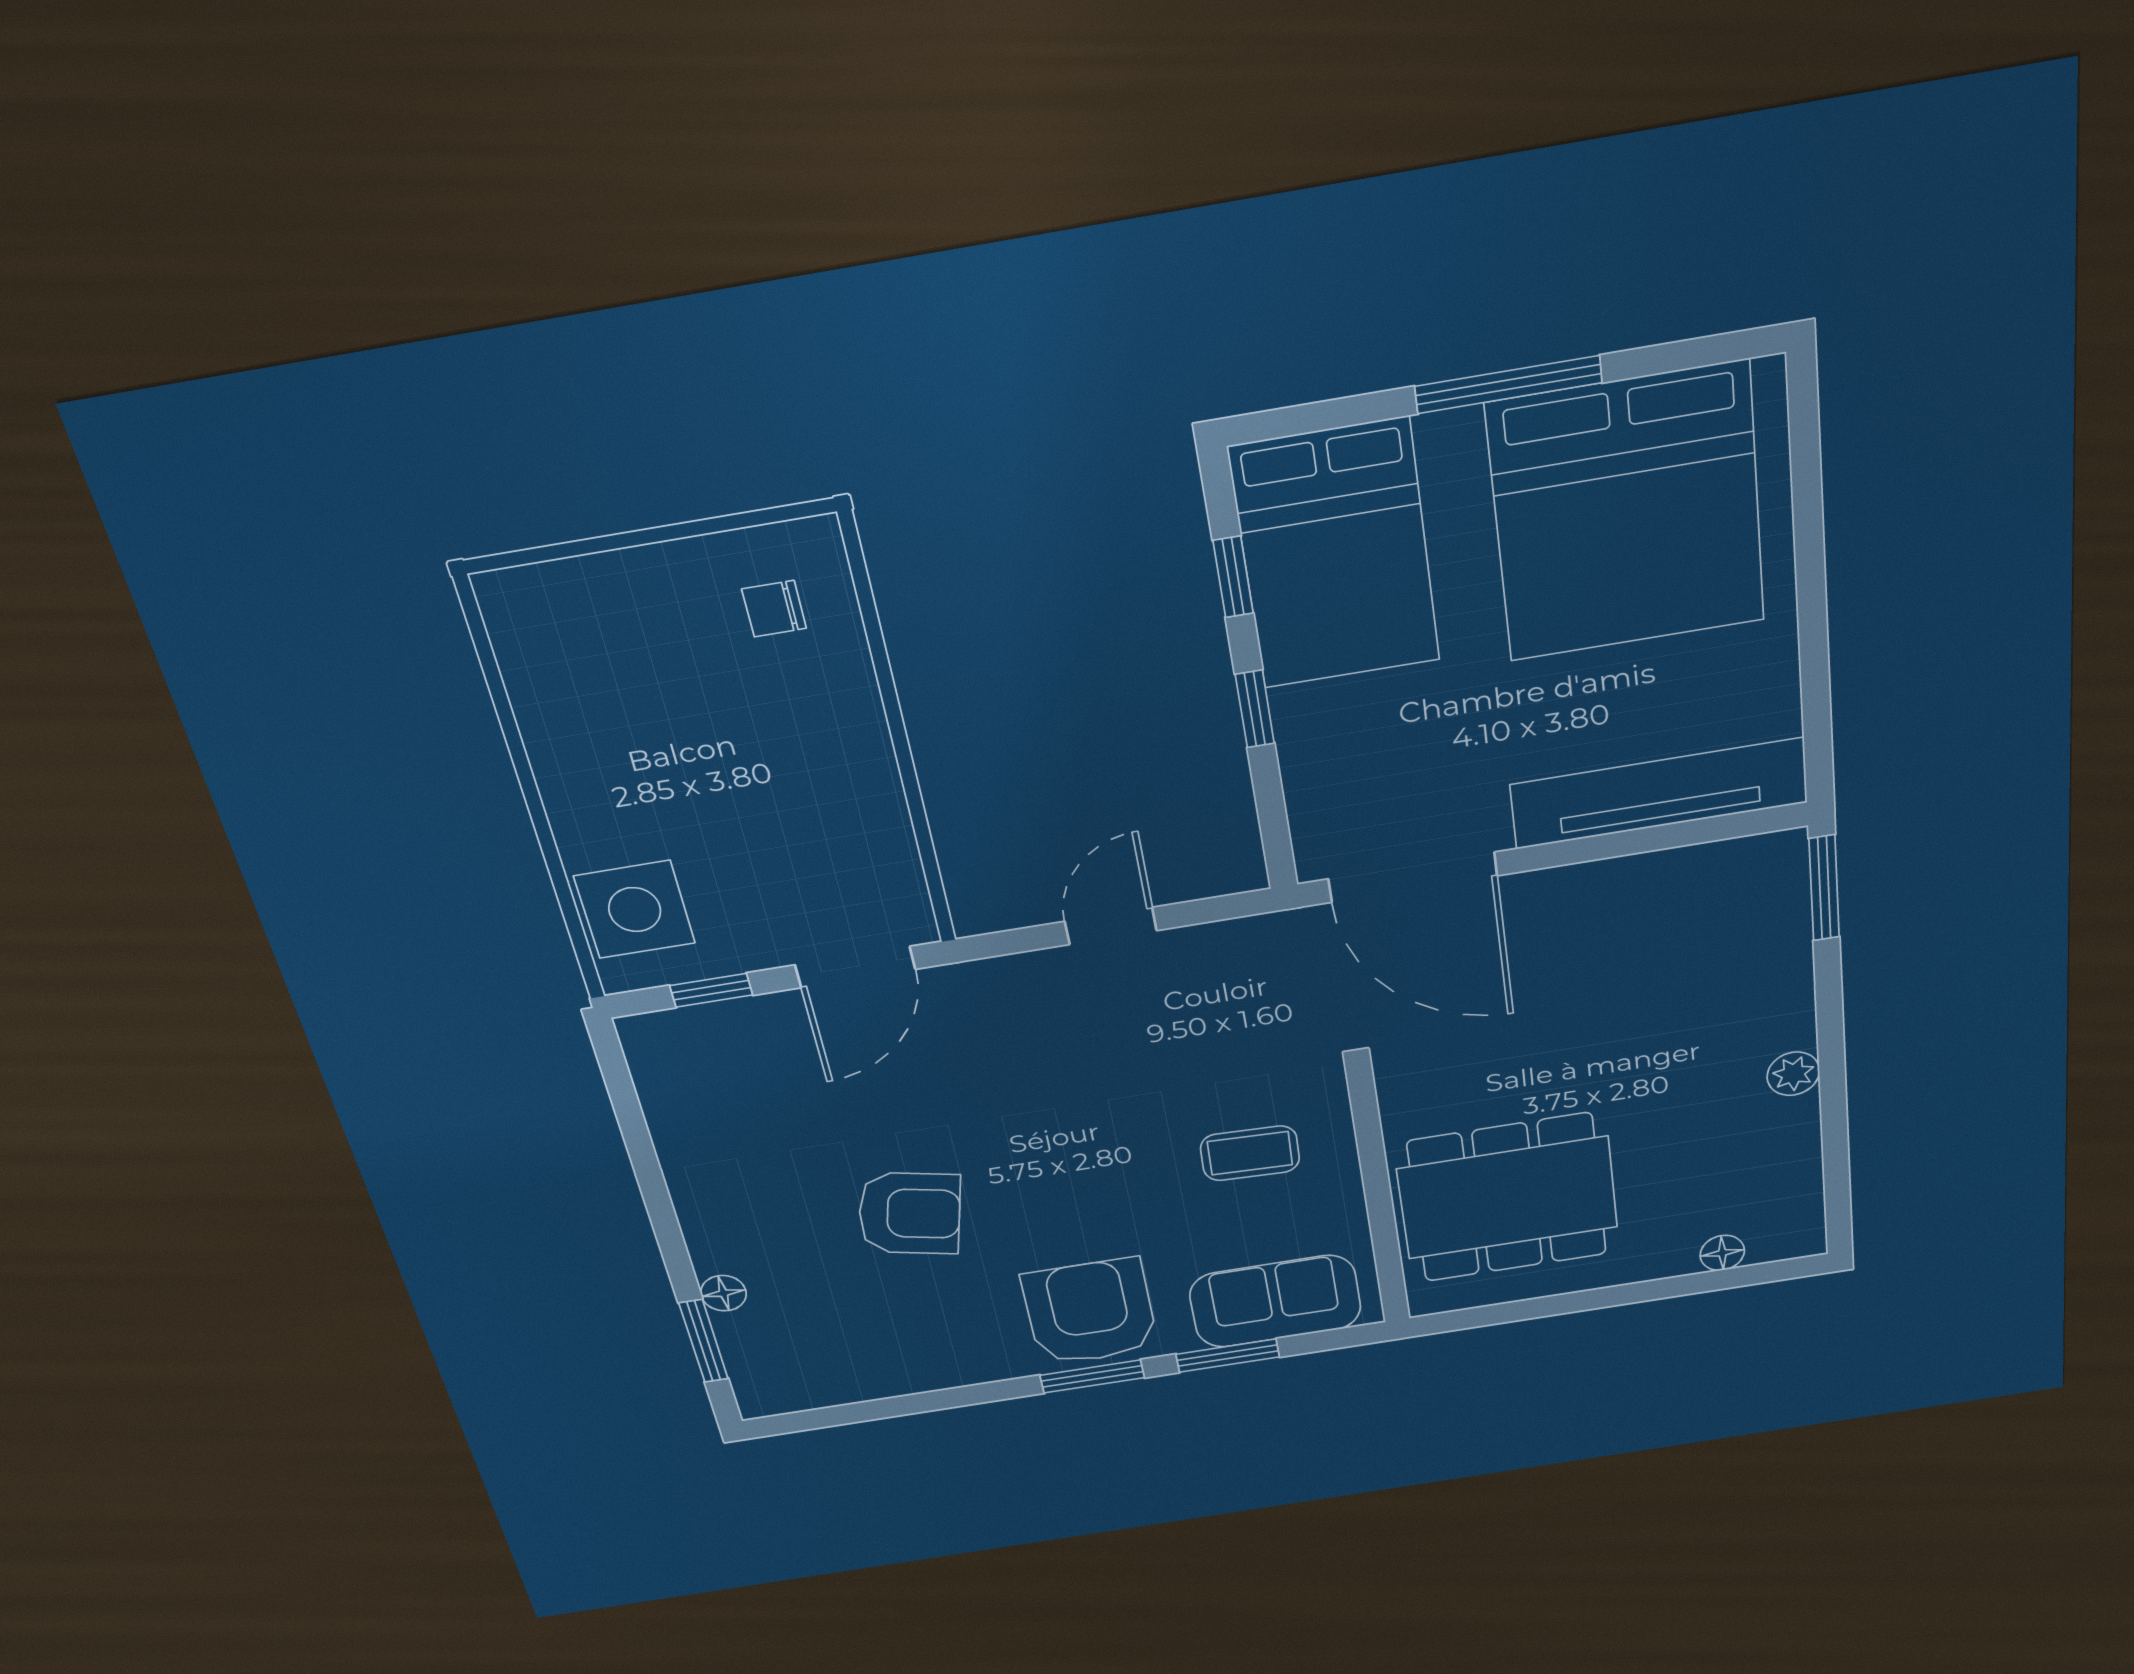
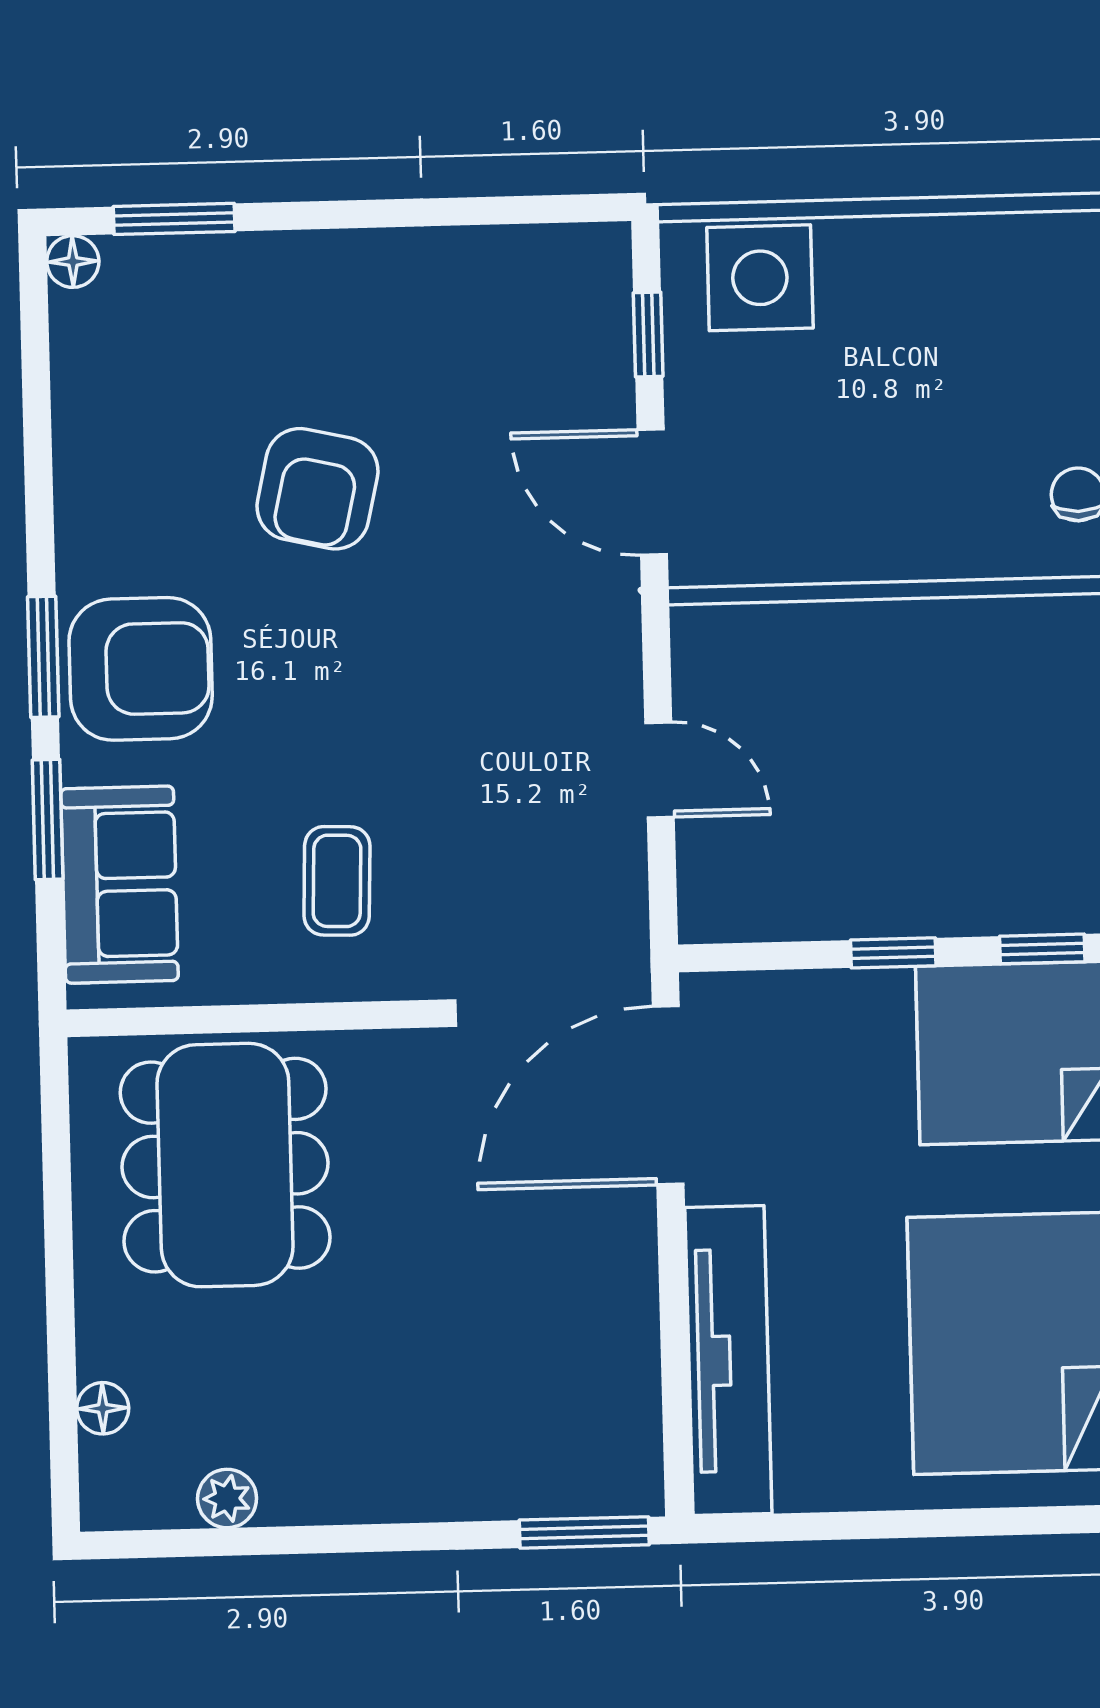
plant: (1793, 1074) -> (227, 1498), moved
floor lamp: (724, 1293) -> (73, 262), moved

